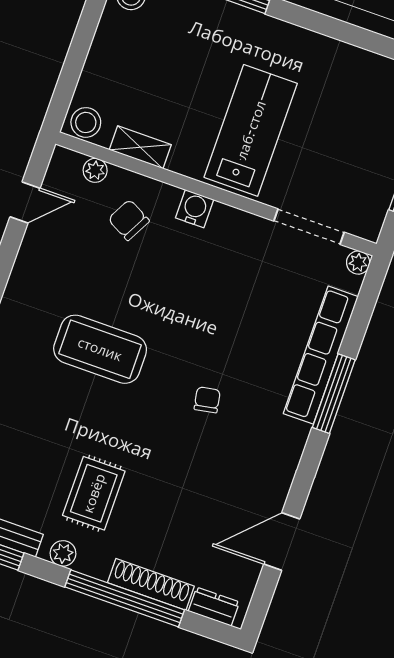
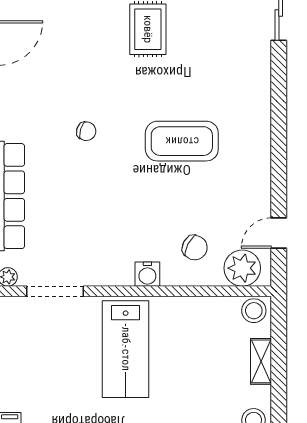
shelving: (140, 147) -> (261, 361), moved, turned 90
plant: (95, 170) -> (242, 268), width x1.87, depth x1.87
chair: (207, 400) -> (86, 131), turned -63

